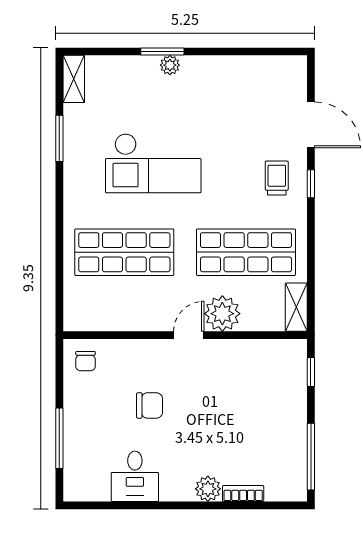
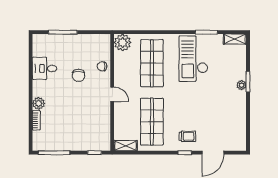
checkout: (153, 163) -> (193, 59), moved
plant: (222, 314) -> (122, 43), moved
chair: (86, 361) -> (102, 66), moved

